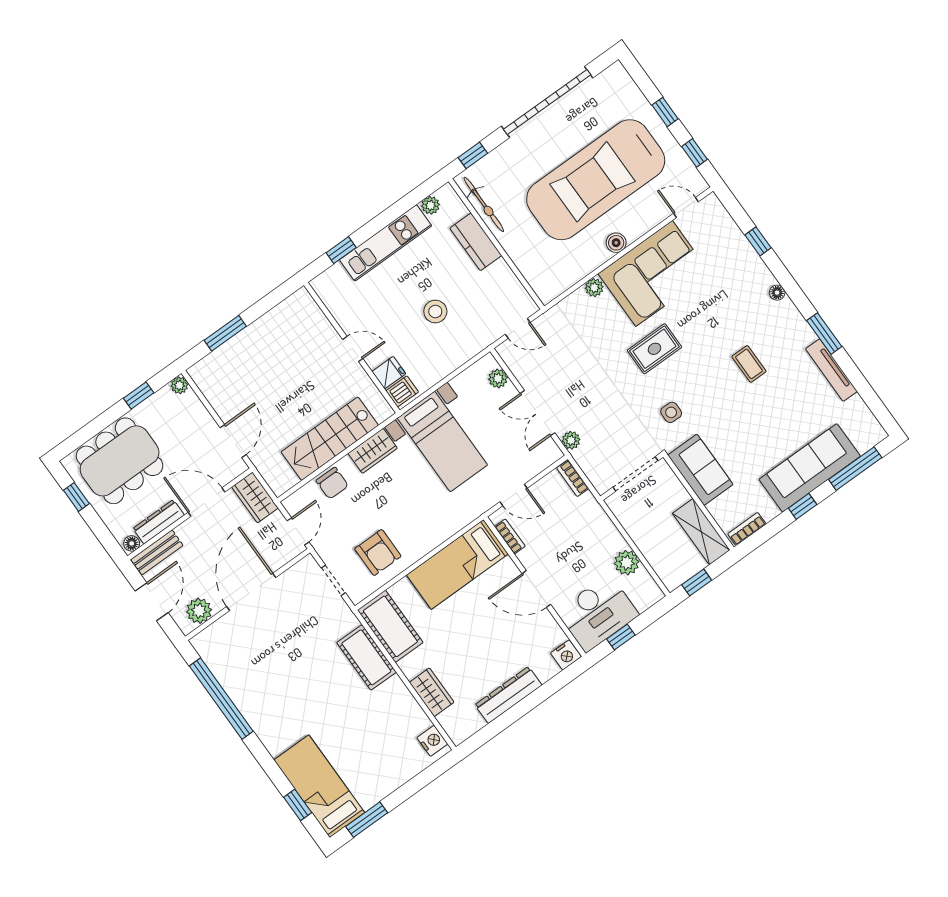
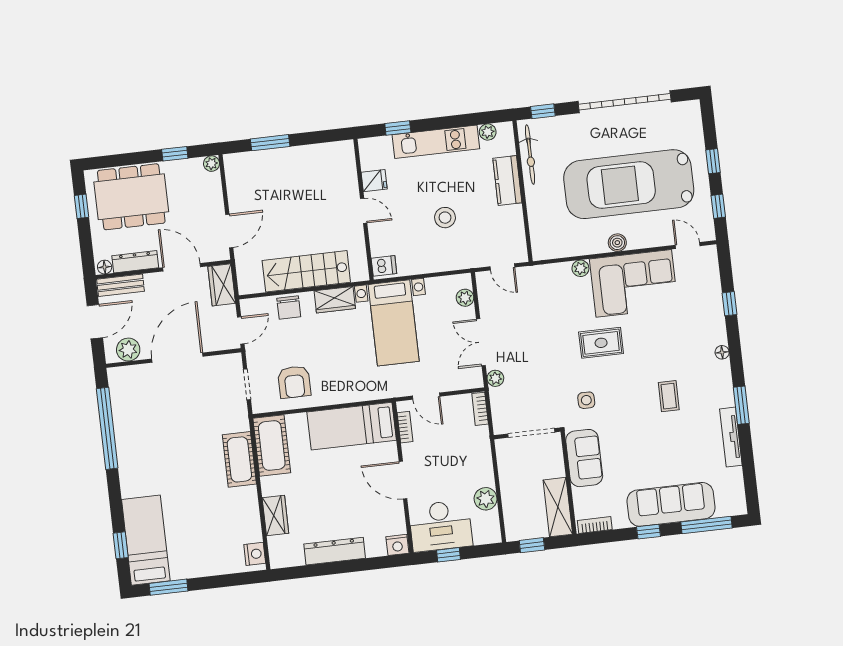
fridge: (389, 373) -> (374, 181), moved

